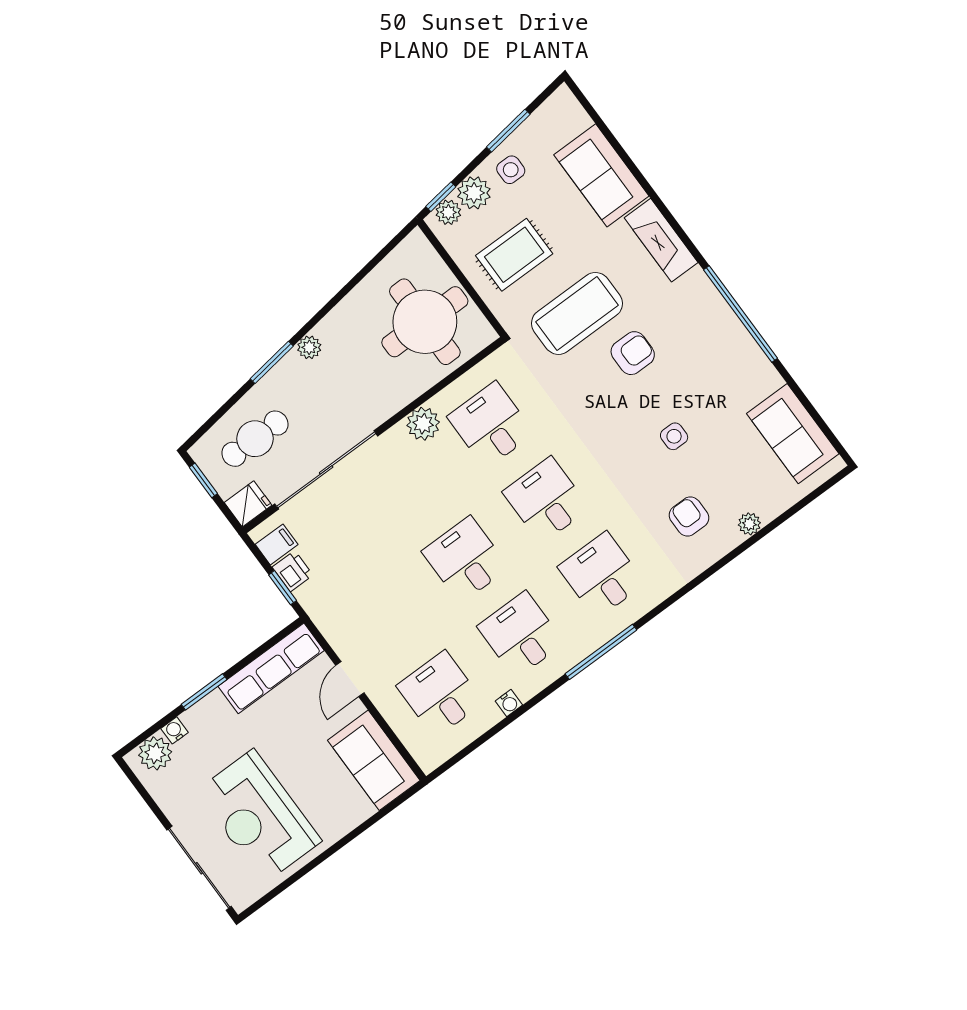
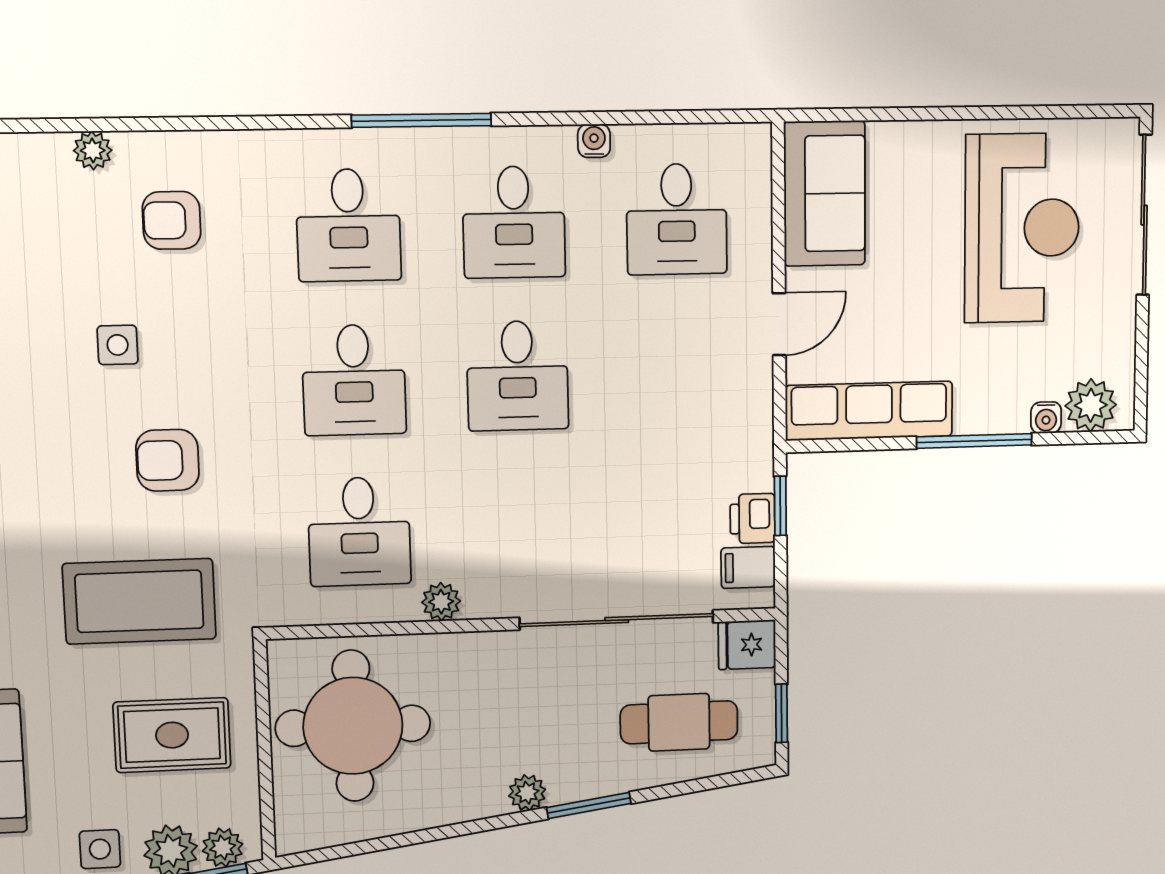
armchair: (633, 353) -> (167, 460), moved
plant: (423, 424) -> (441, 602), width x0.73, depth x0.73
armchair: (689, 517) -> (172, 220), turned 90
window: (204, 692) -> (974, 441), width x1.44

